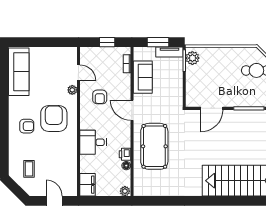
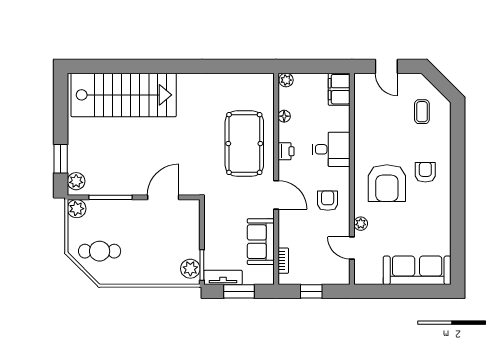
sofa: (19, 72) -> (417, 270), moved, turned 90
armchair: (100, 97) -> (328, 201), moved
armchair: (27, 126) -> (425, 172), turned 90
printer: (125, 154) -> (286, 151), moved

